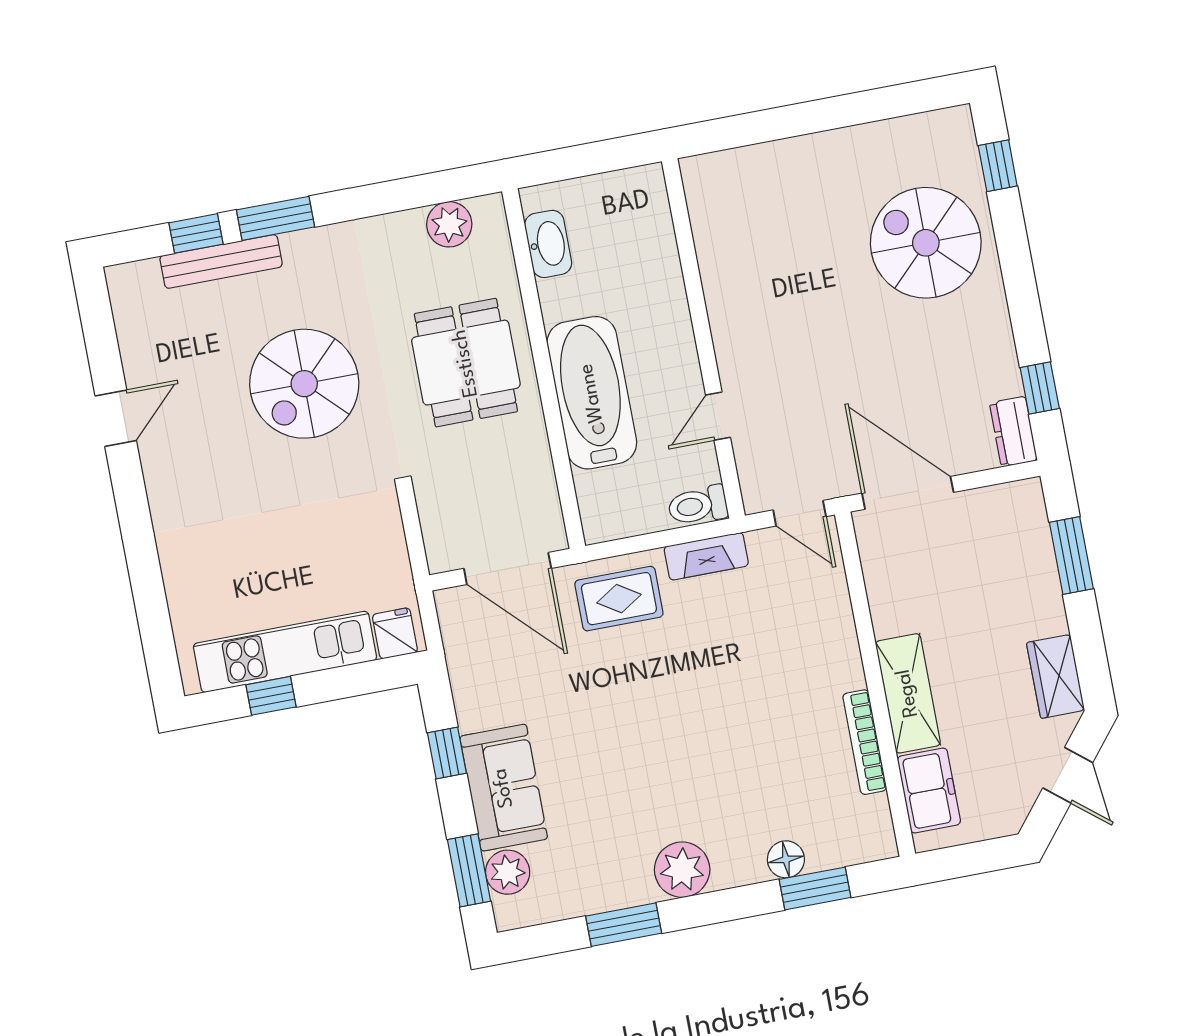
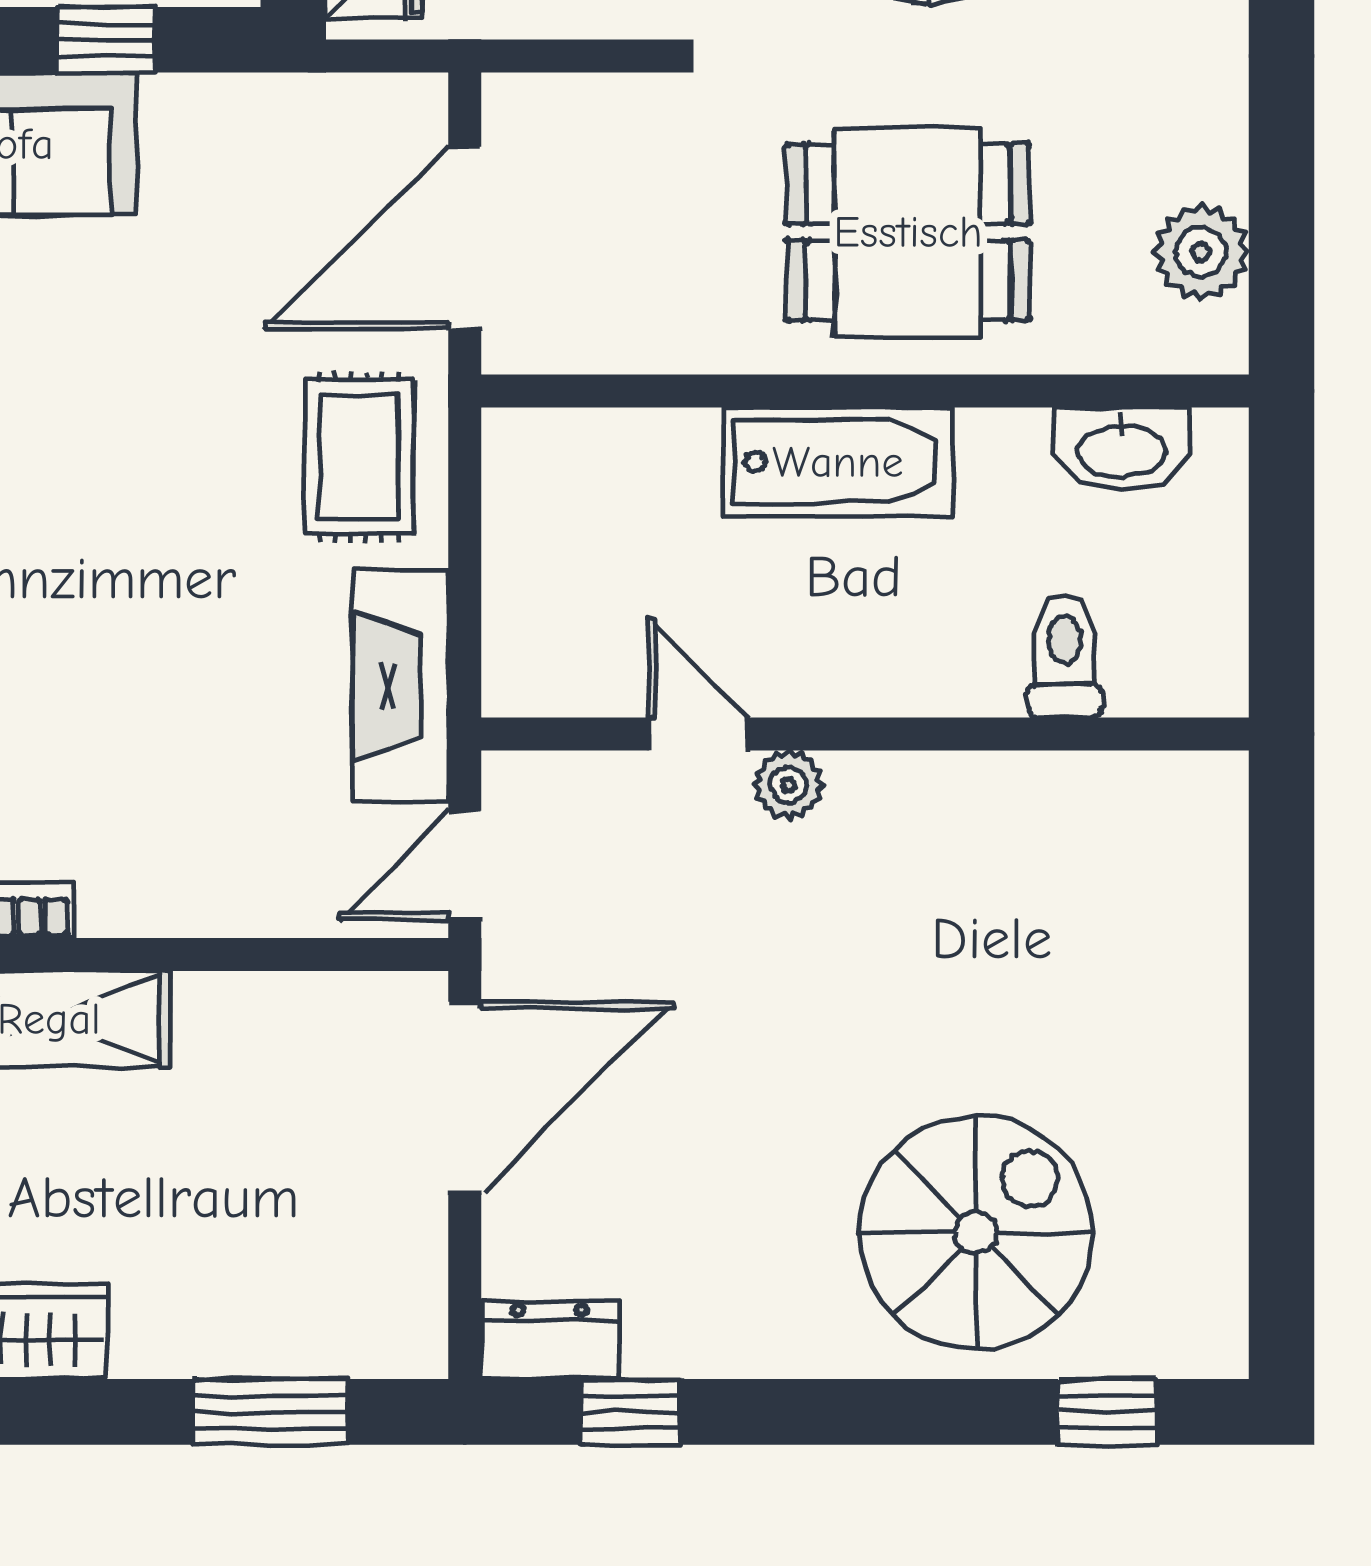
plant: (734, 369) -> (789, 785), added
bathtub: (592, 393) -> (838, 462), width x0.73, depth x0.73
toilet: (698, 505) -> (1065, 657), moved
fireplace: (706, 556) -> (401, 686), width x1.37, depth x1.32

